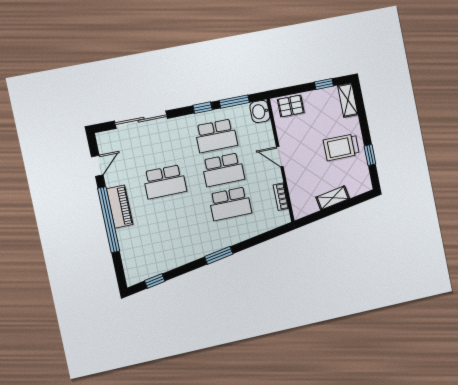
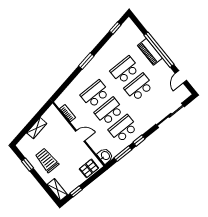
trolley: (341, 147) -> (47, 160), turned -90
piano: (120, 207) -> (150, 52), moved
school desk: (172, 216) -> (125, 70), added

